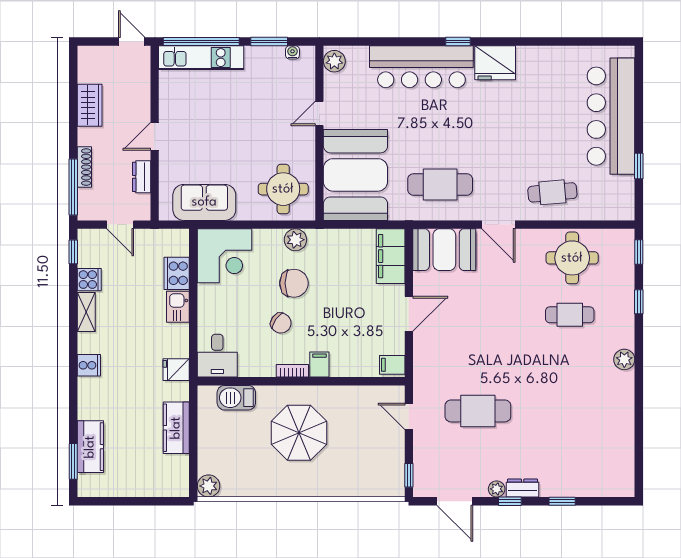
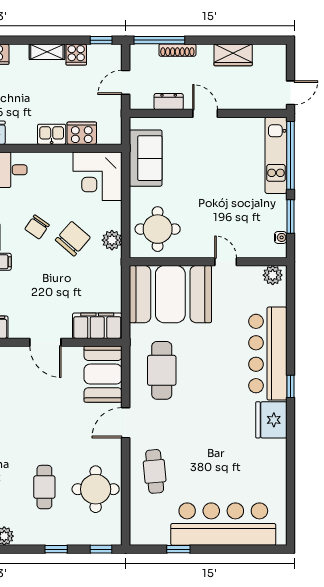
chair: (294, 283) -> (73, 239), turned -139

